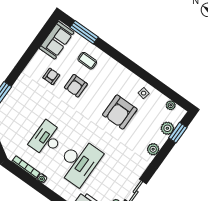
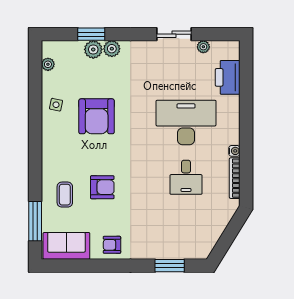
armchair: (51, 76) -> (112, 245), moved
armchair: (120, 112) -> (97, 116), turned 90
plant: (167, 128) -> (93, 49), moved
window: (178, 133) -> (91, 34), moved
desk: (47, 139) -> (186, 177), width x0.73

